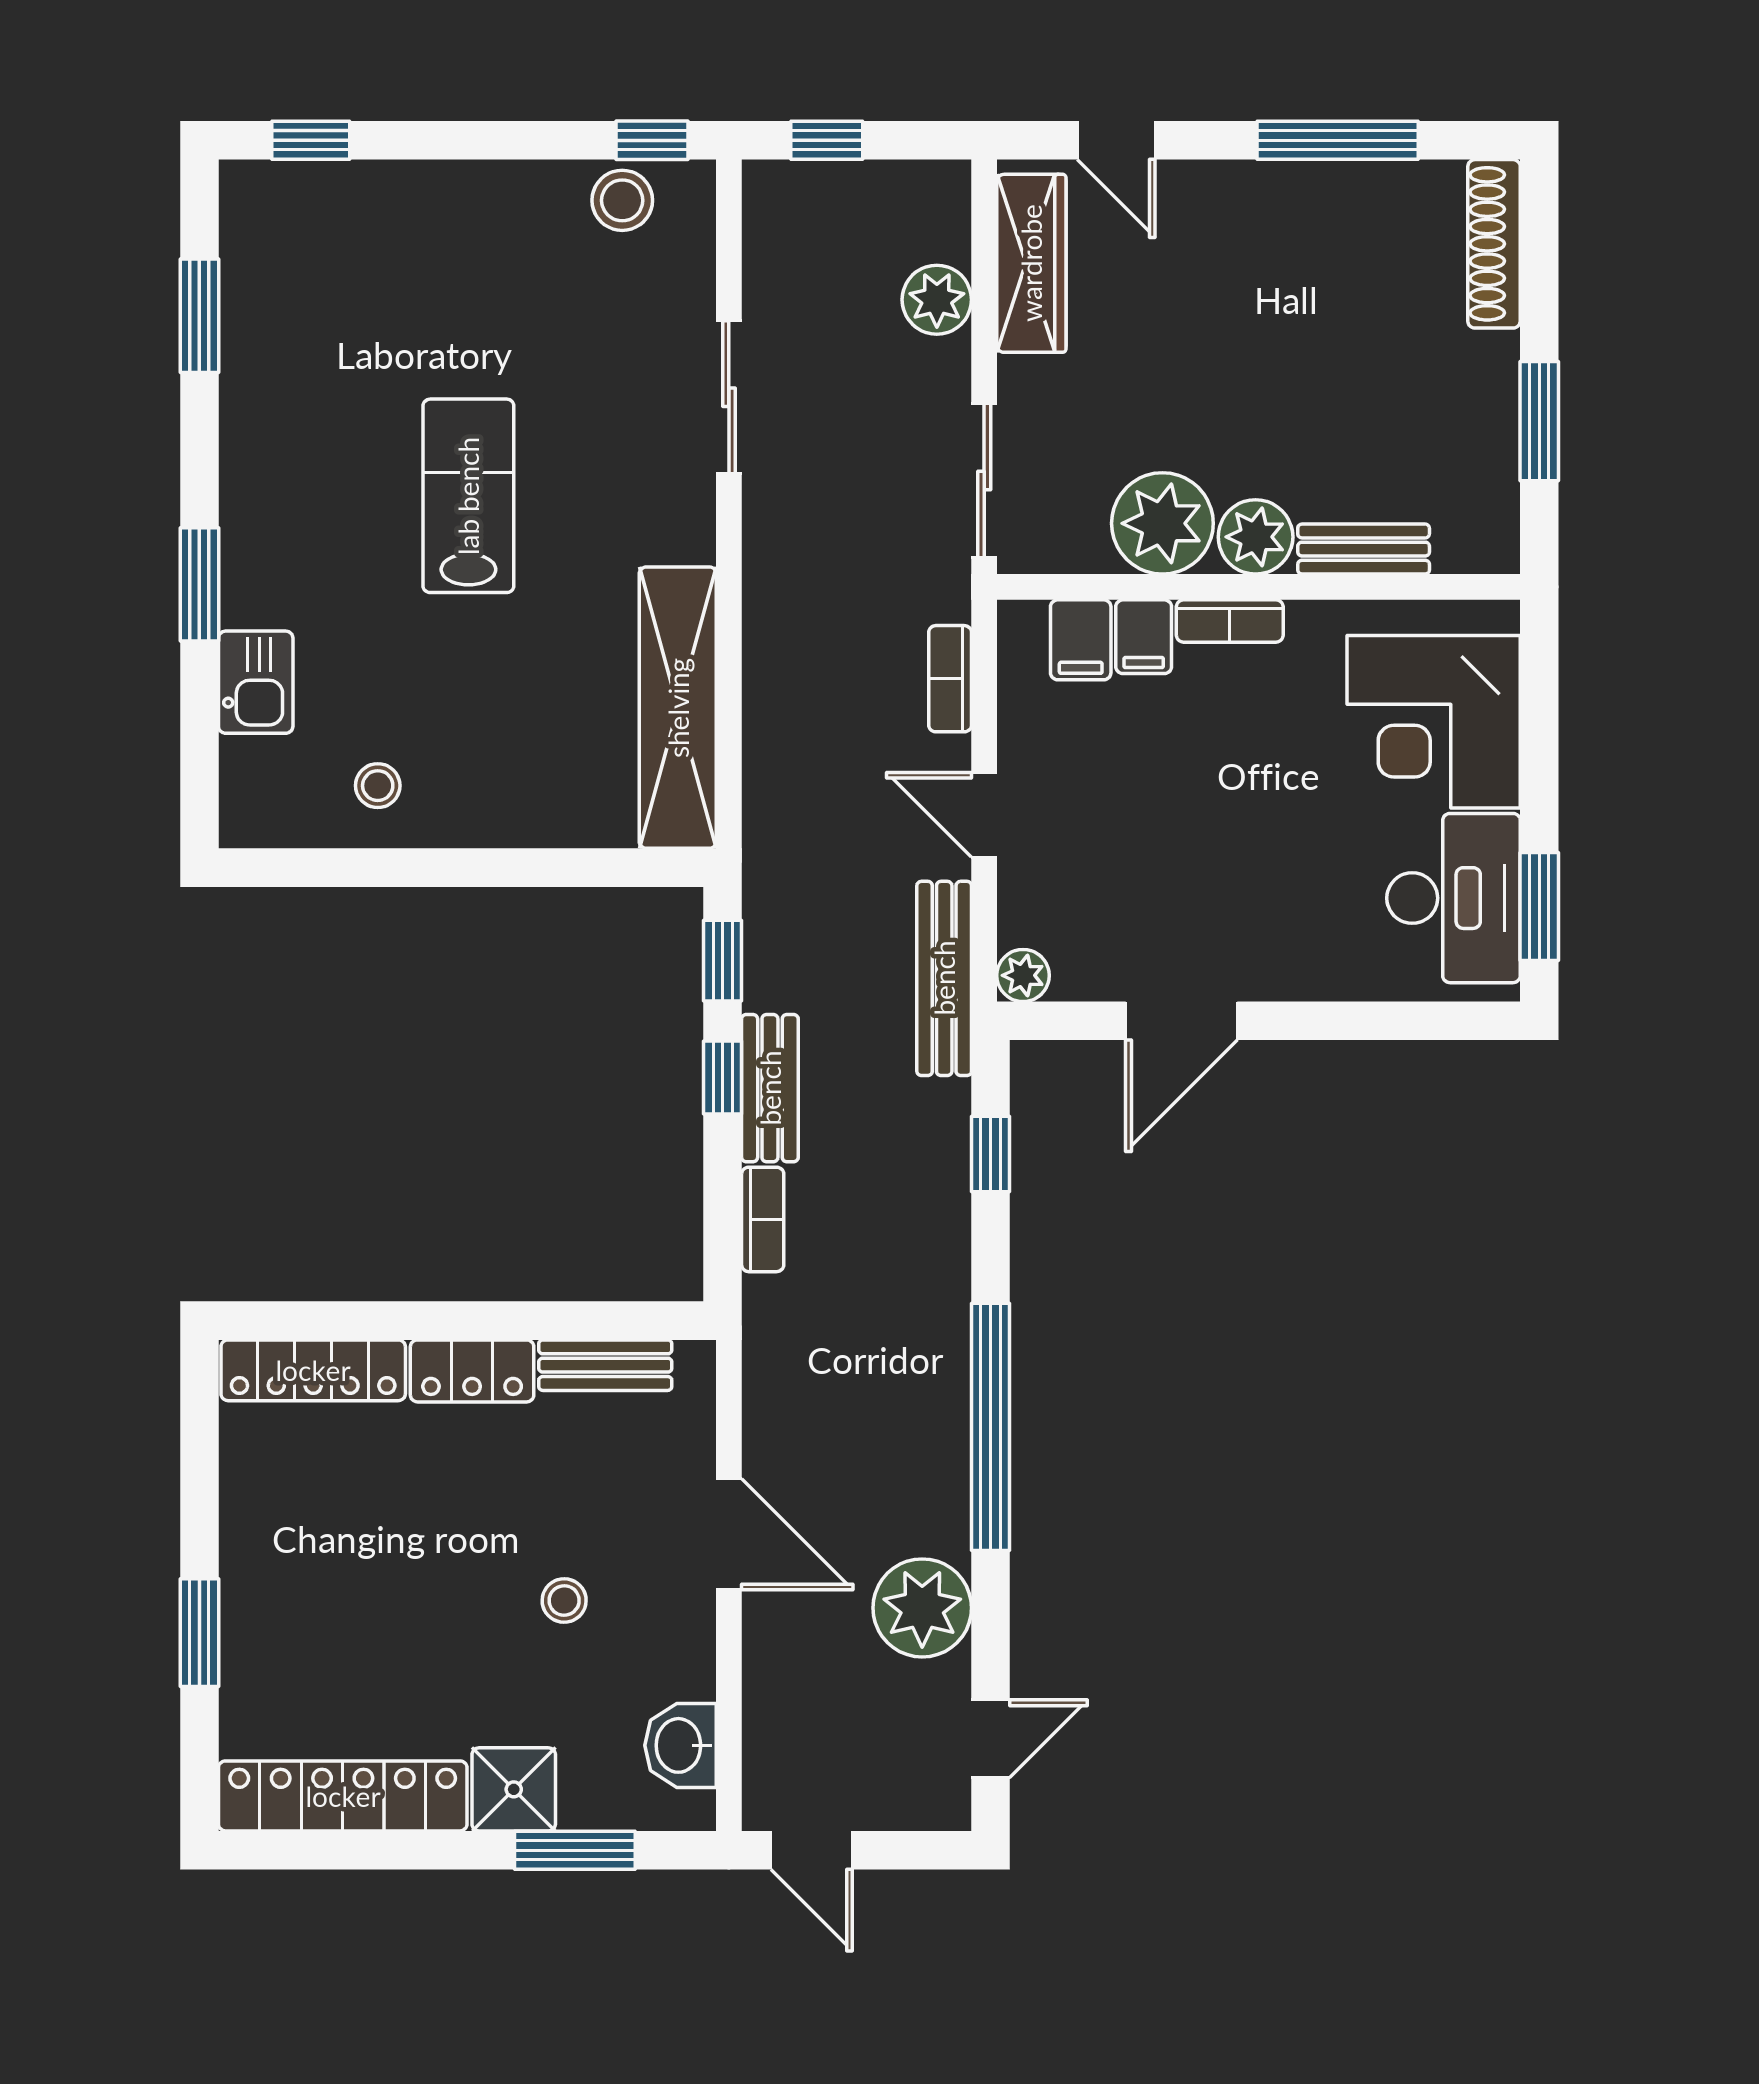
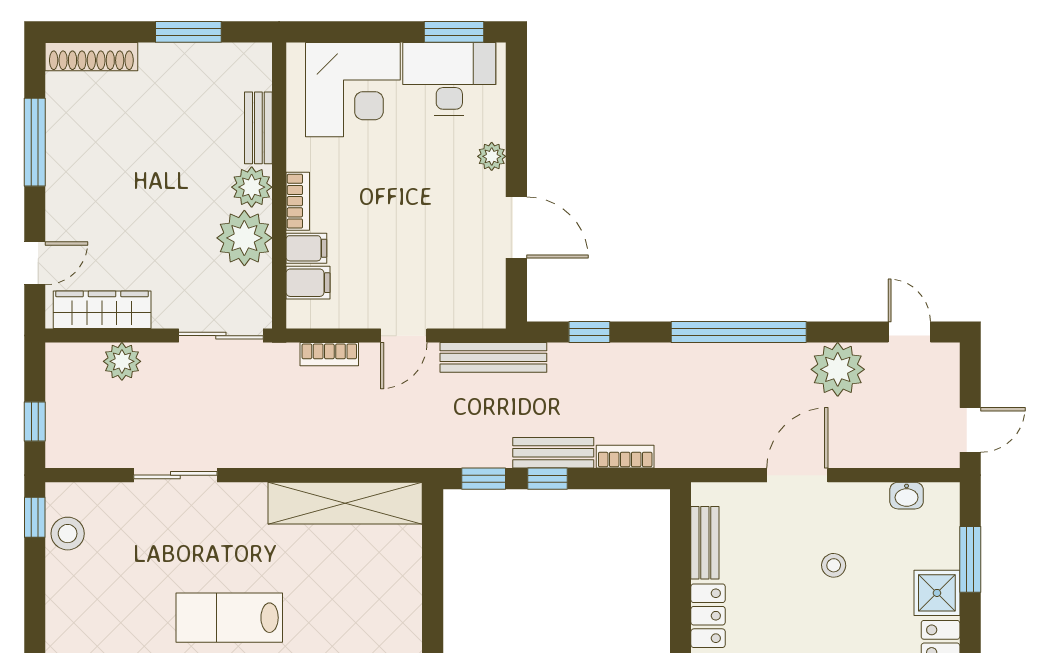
plant: (1023, 975) -> (492, 156), moved
washbasin: (681, 1745) -> (907, 496), width x0.72, depth x0.69

